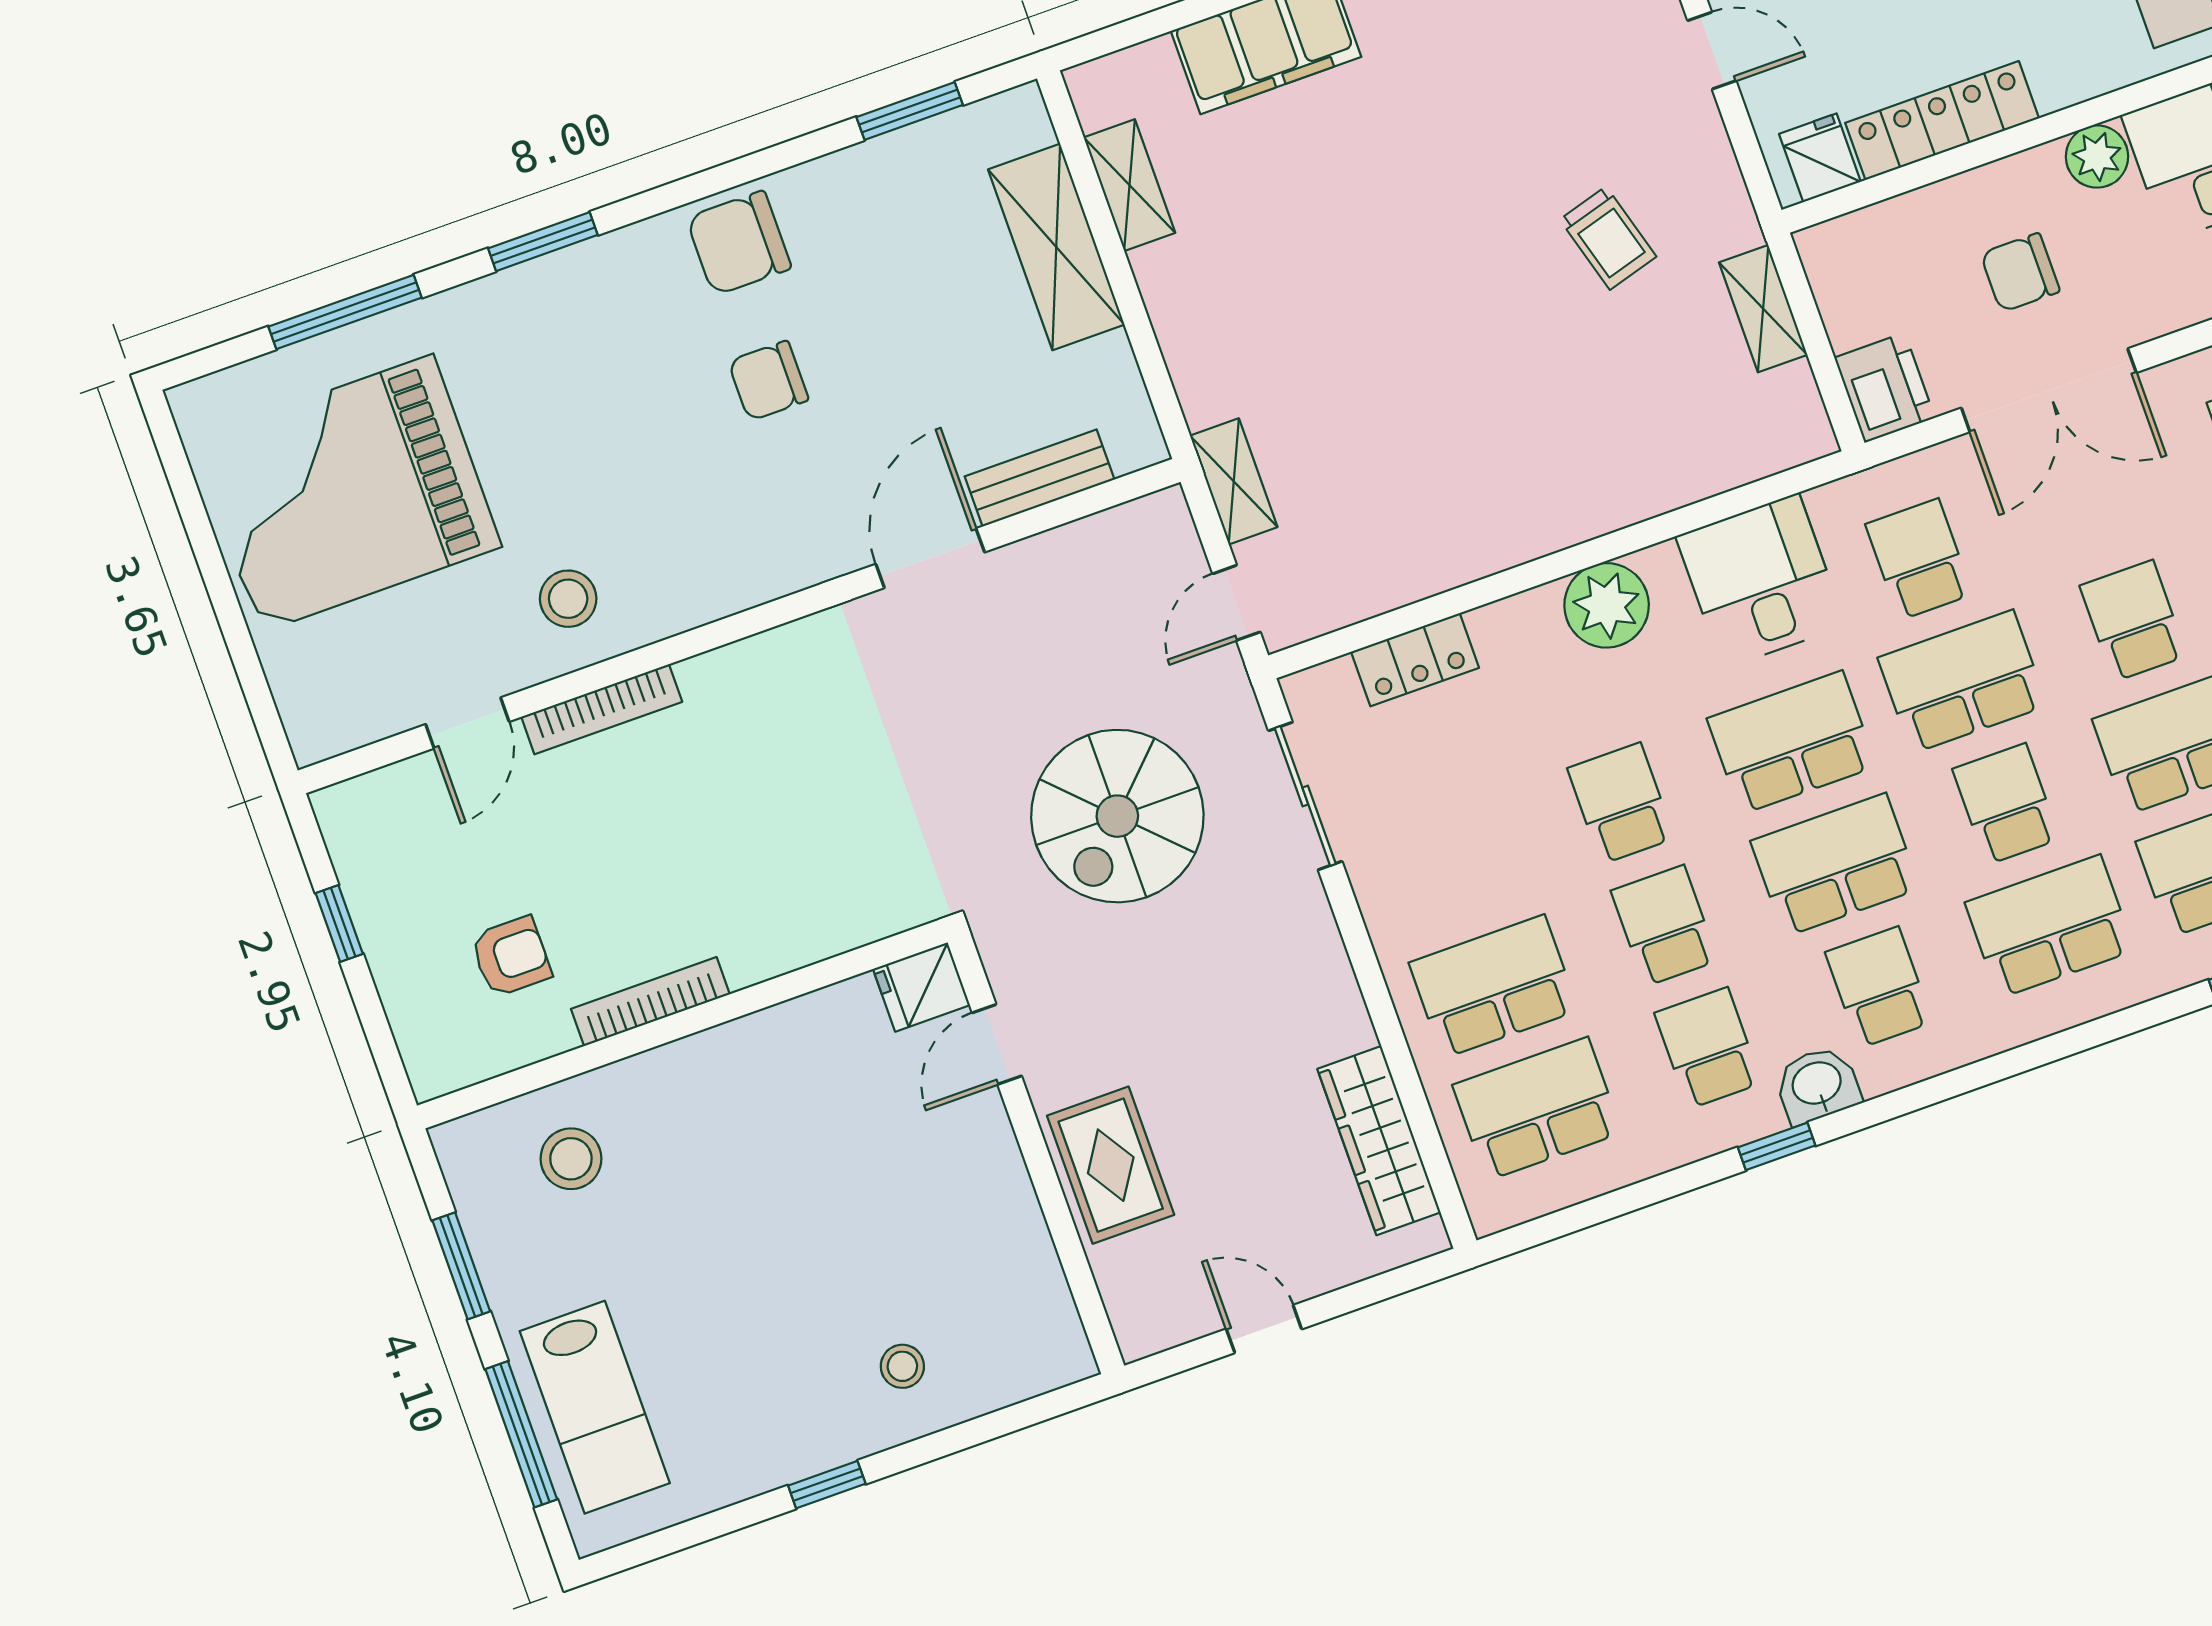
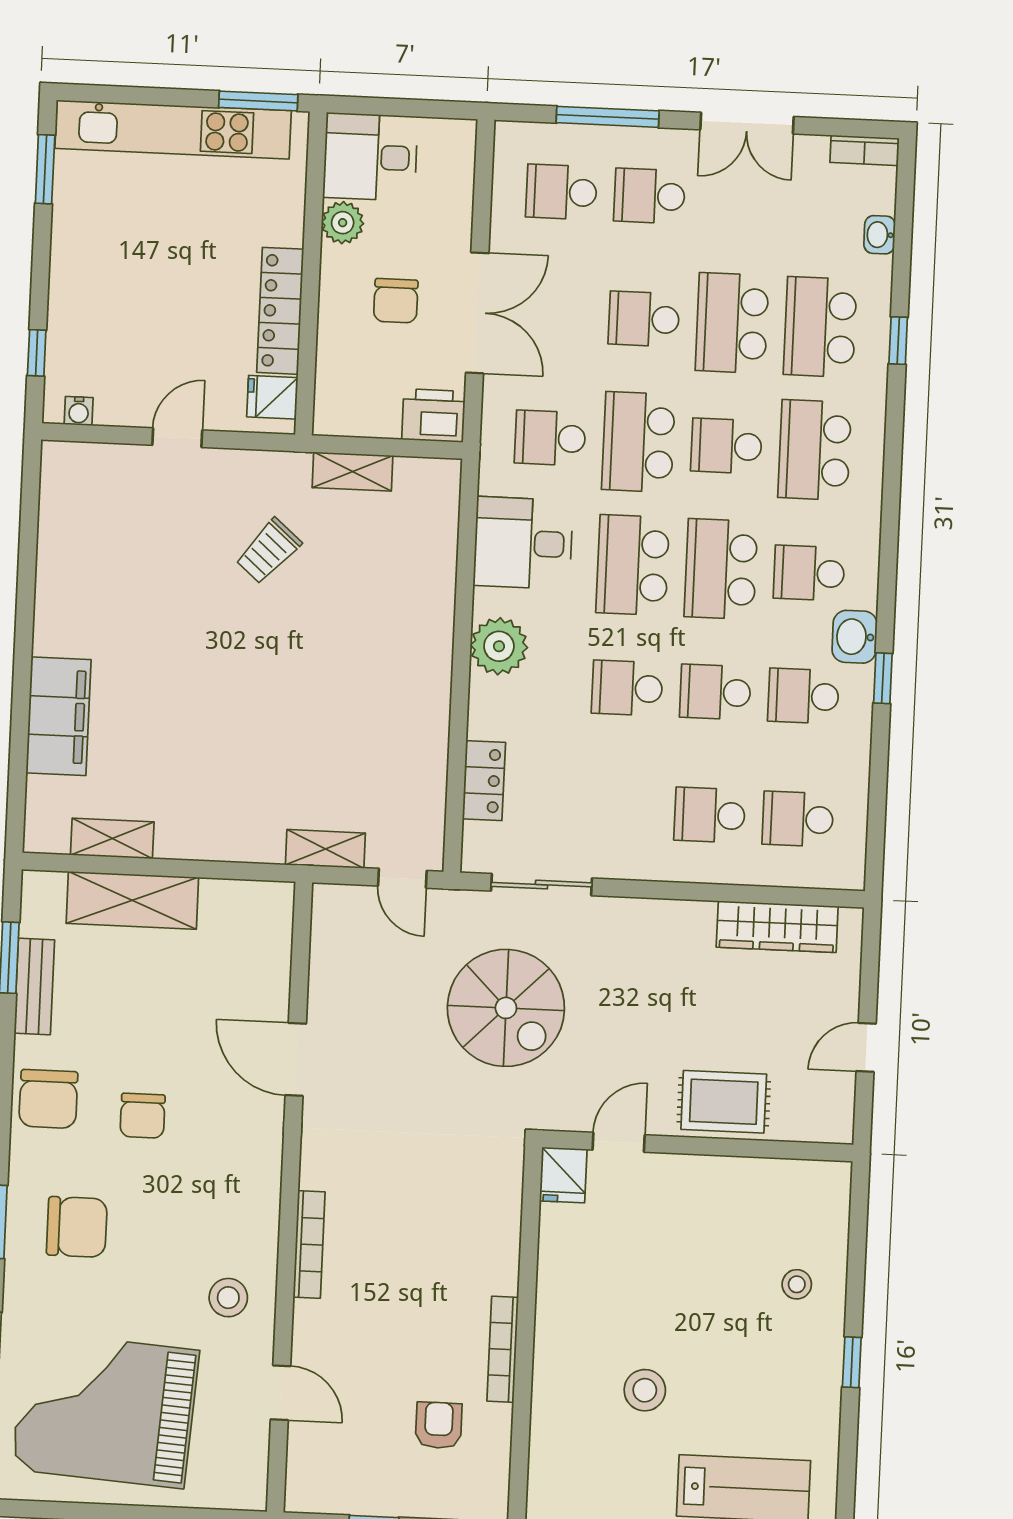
trolley: (1608, 238) -> (268, 551), turned 147
chair: (580, 353) -> (77, 1227), added
bench: (1040, 478) -> (34, 986), moved
grand piano: (347, 493) -> (105, 1410), turned 94
bookcase: (602, 709) -> (309, 1245), moved
school desk: (1494, 987) -> (710, 815), width x0.54
door: (997, 1044) -> (619, 1142), swing flipped
school desk: (1537, 1109) -> (798, 819), width x0.54
stool: (571, 1159) -> (645, 1390), moved

